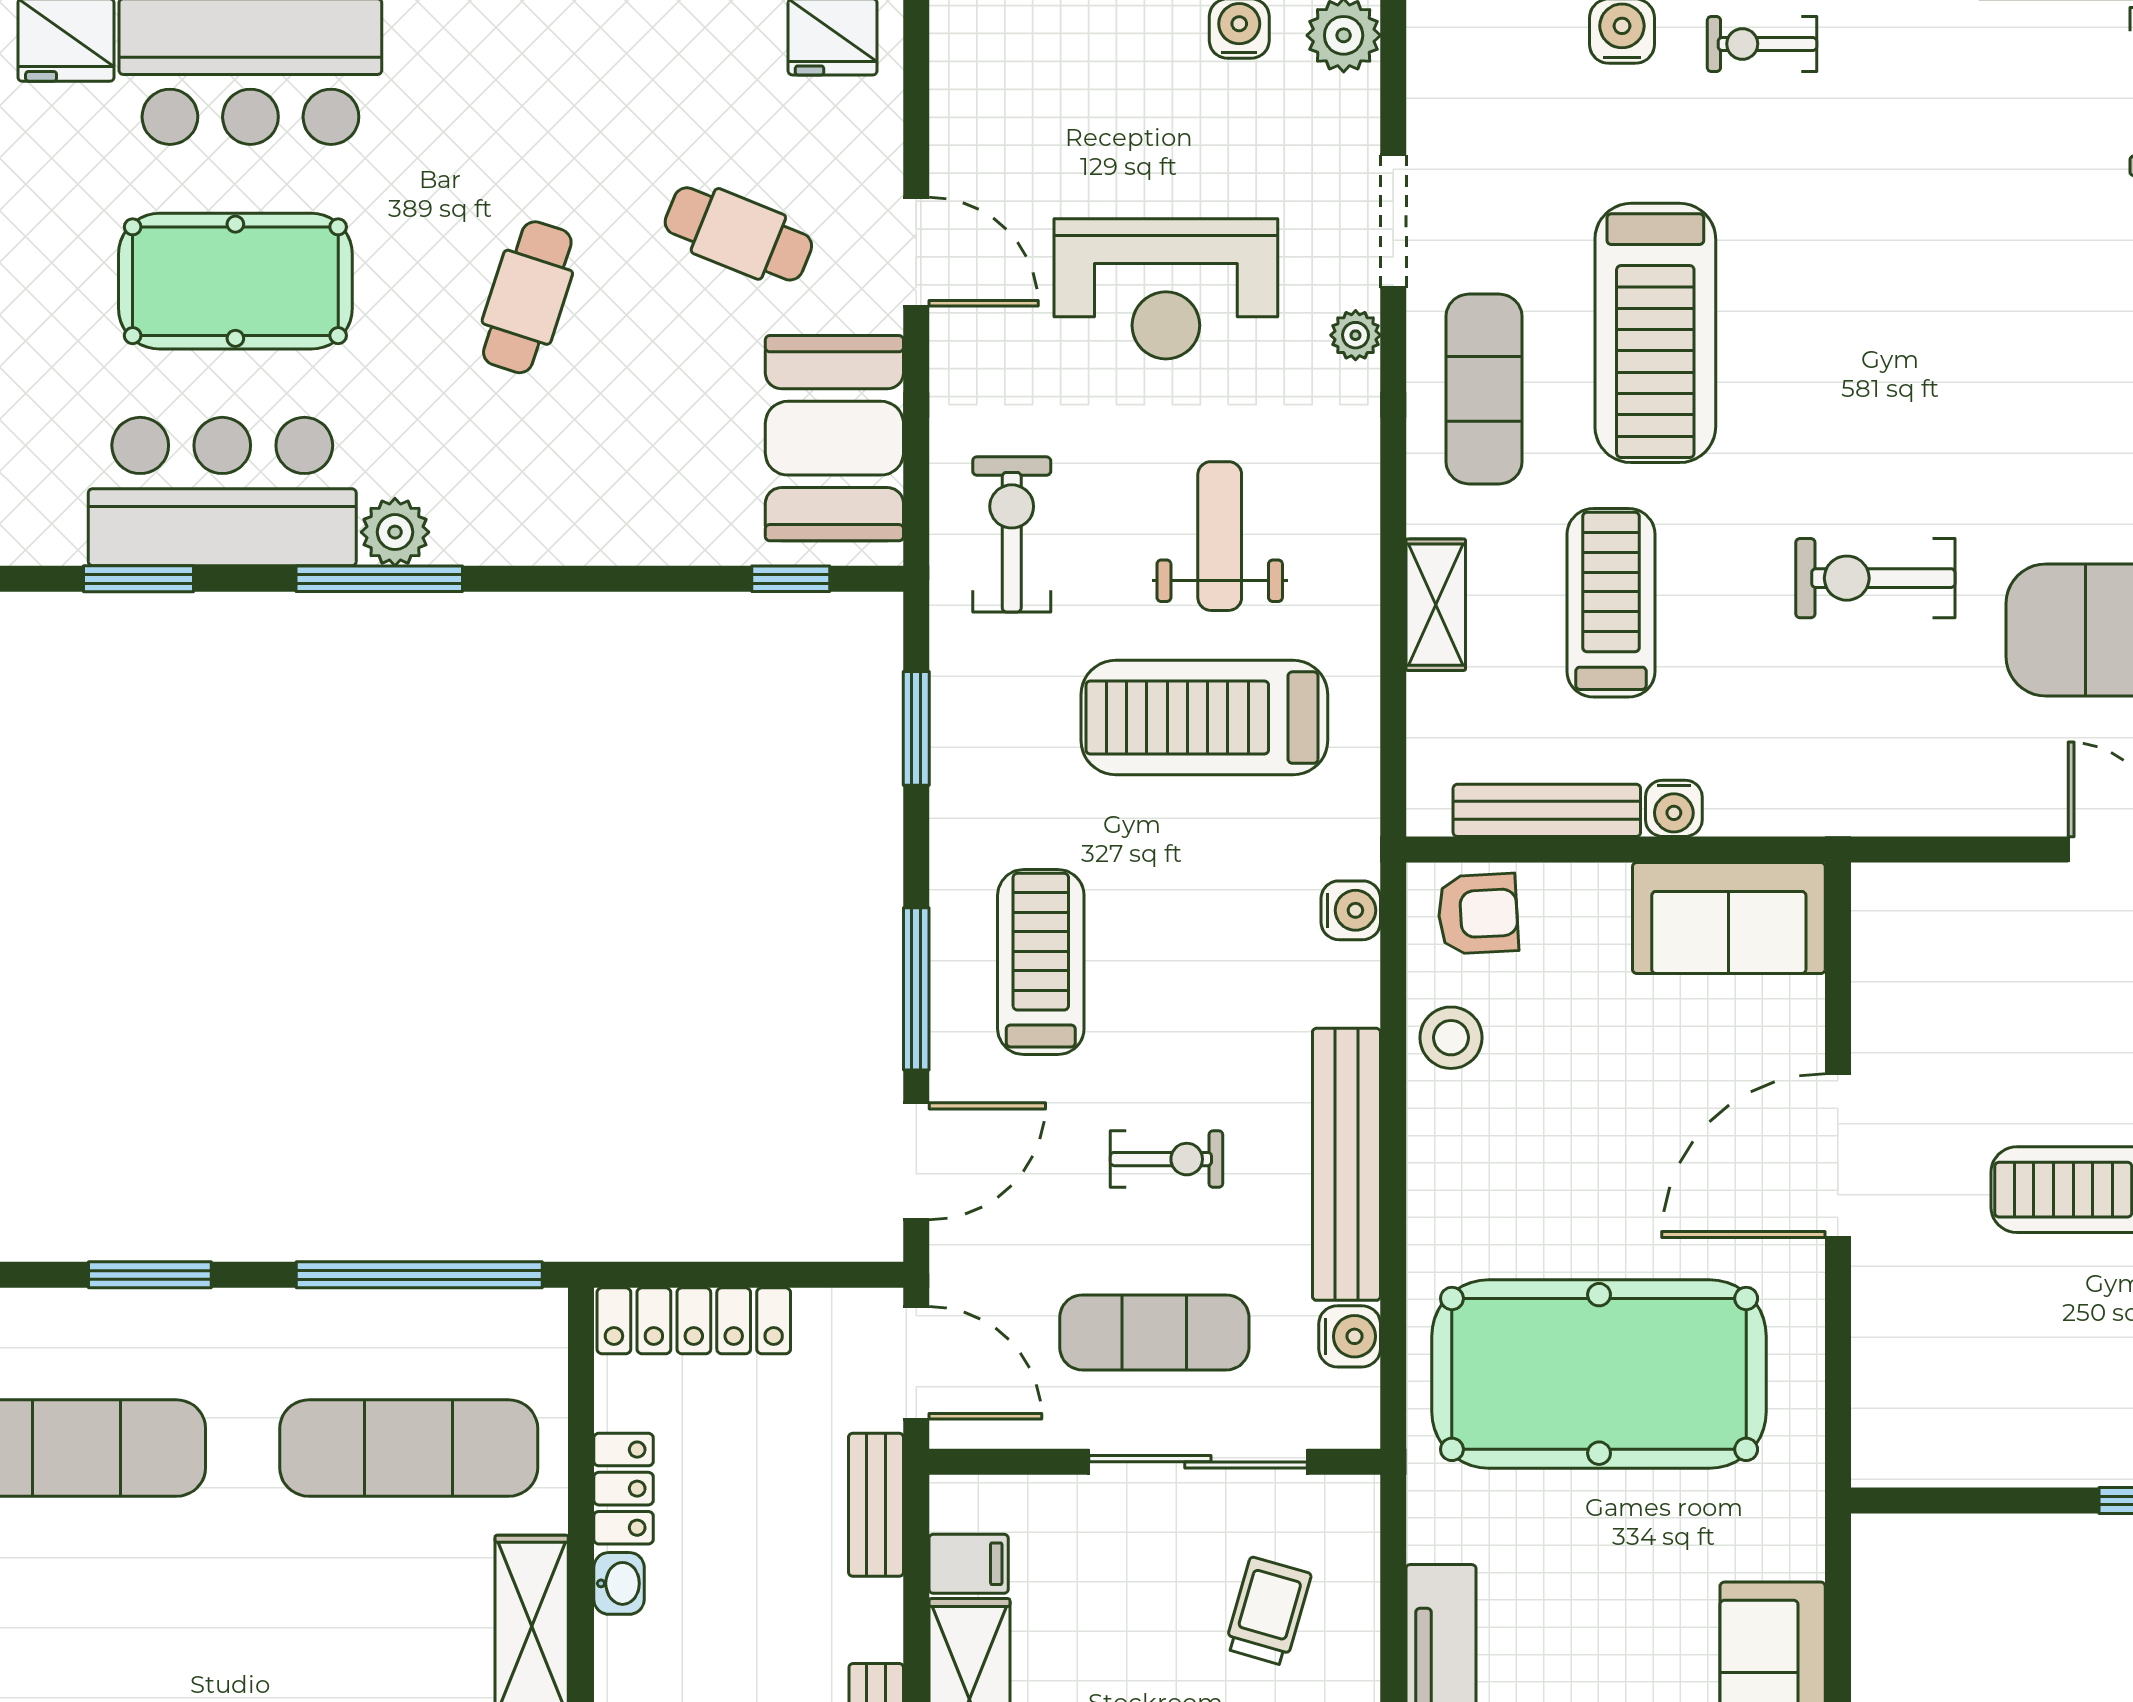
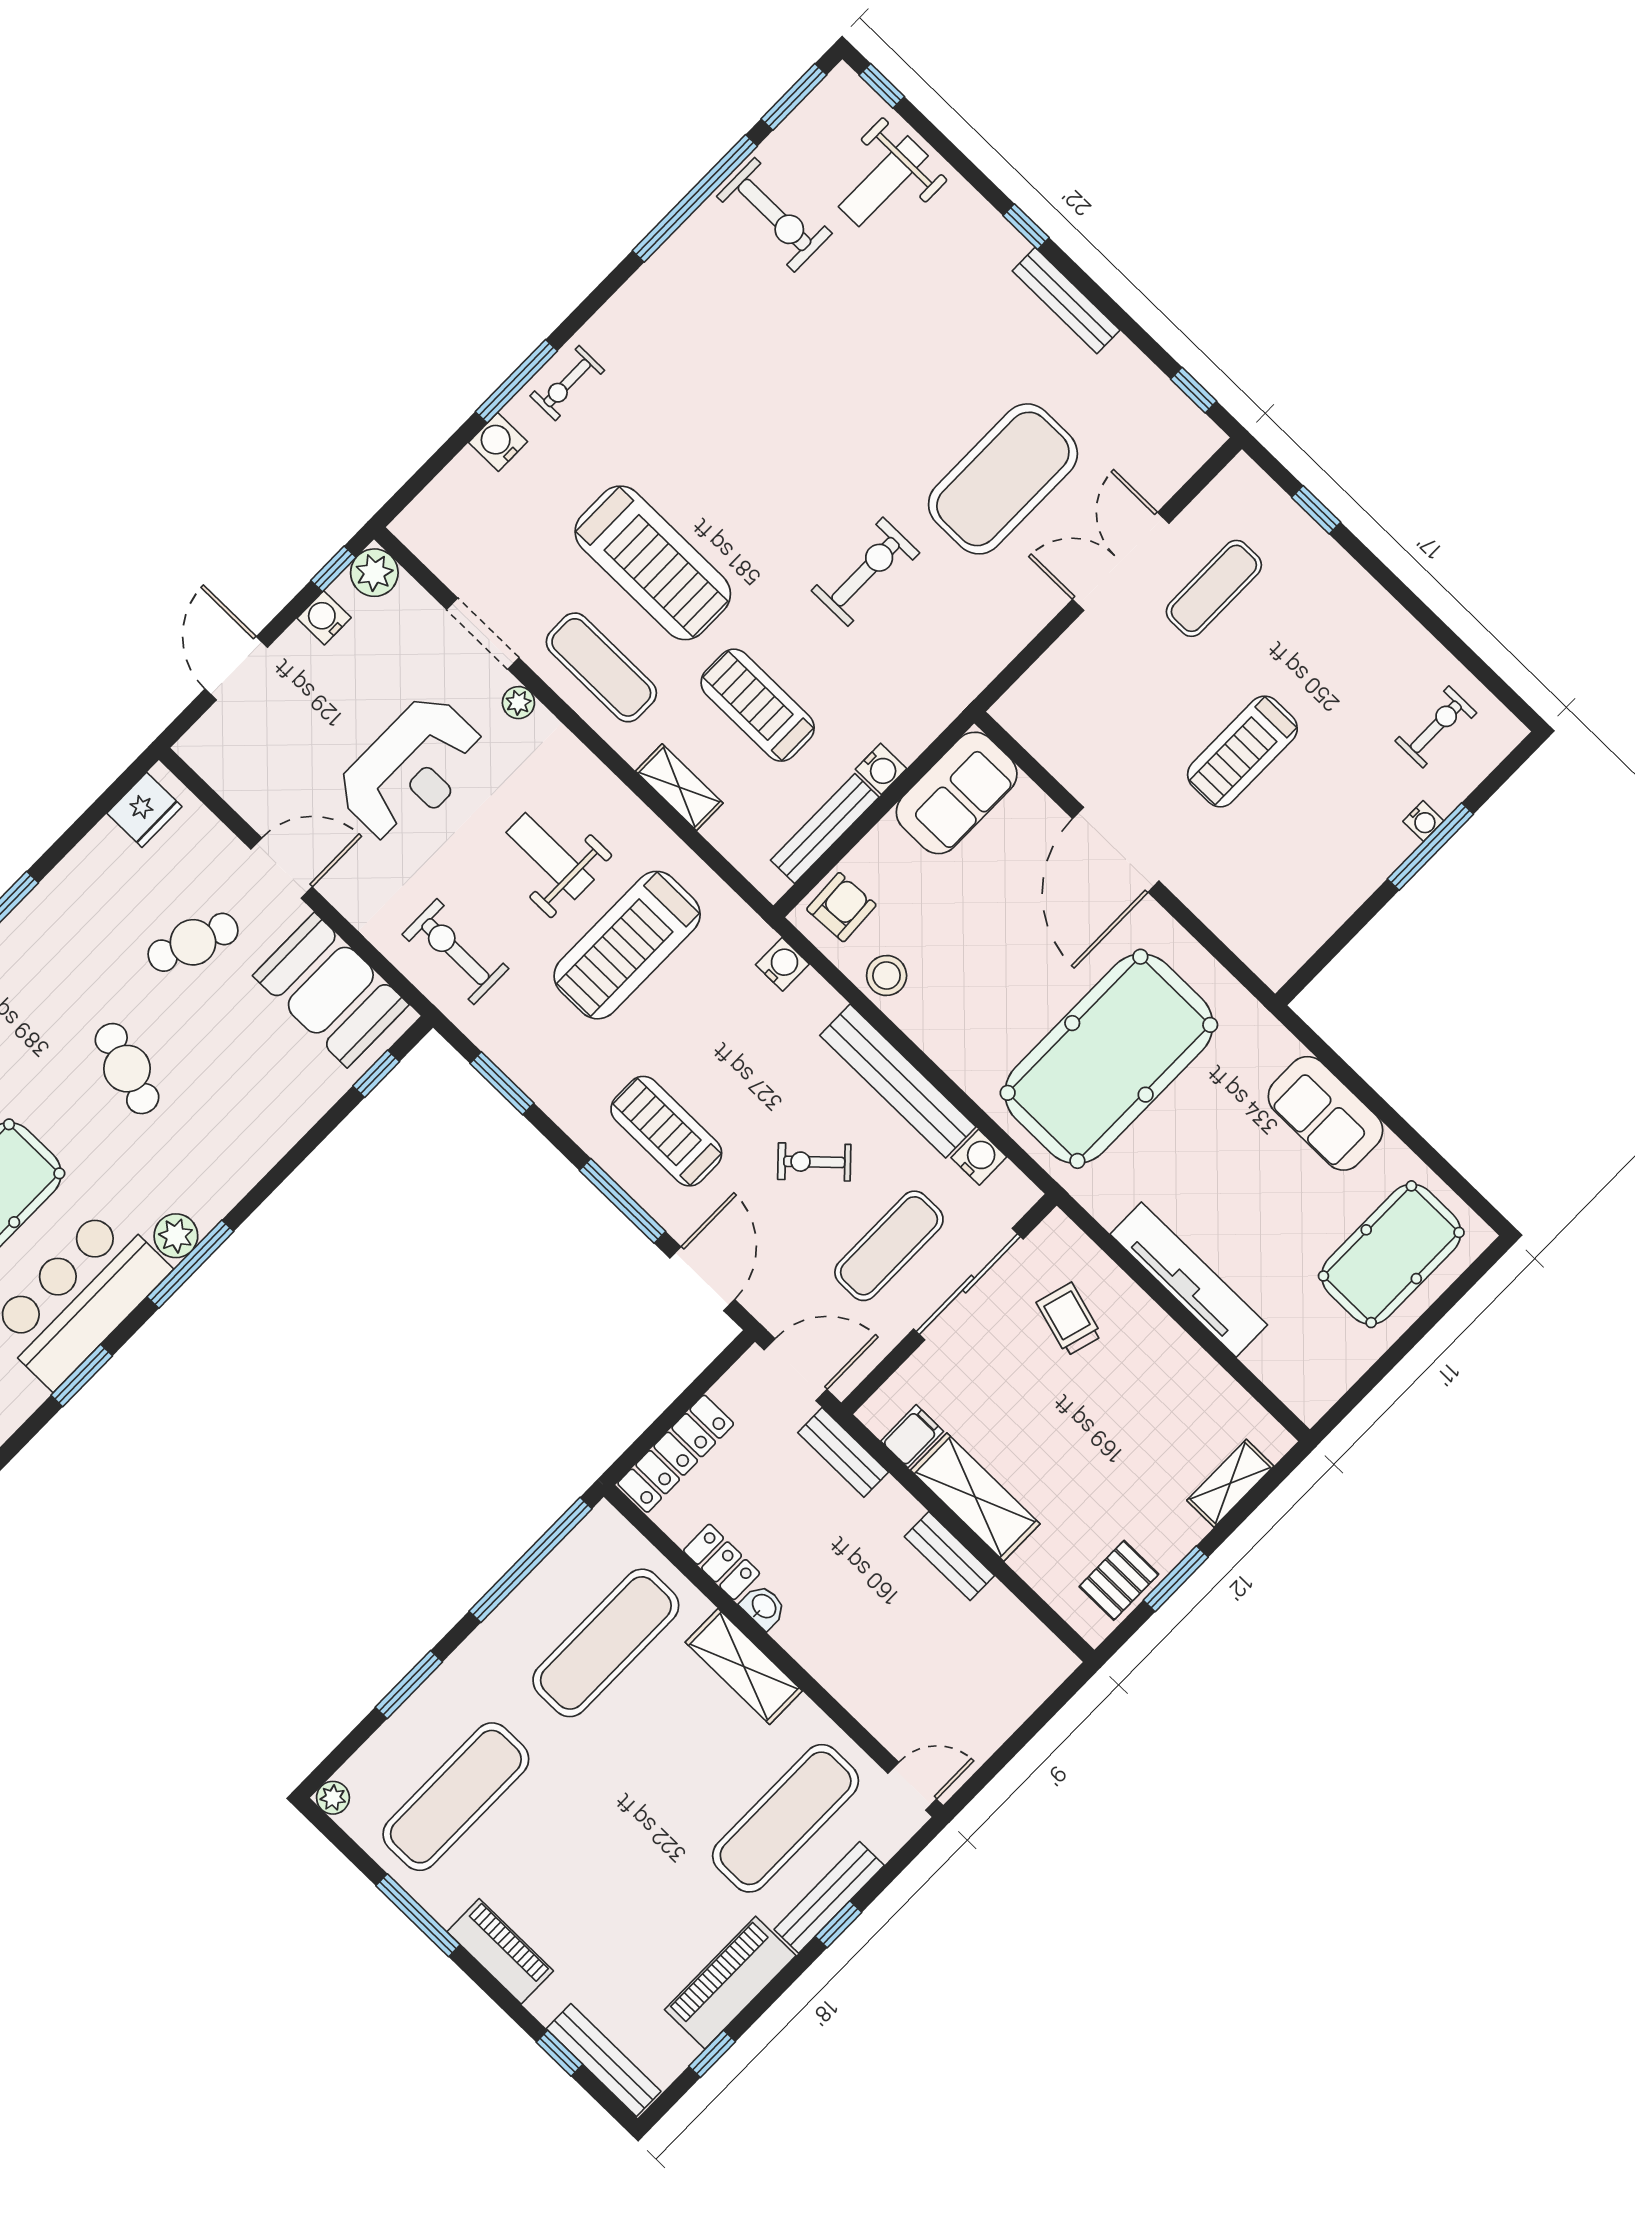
exercise bike: (1875, 578) -> (865, 572), turned 180
exercise bike: (1167, 1159) -> (814, 1162), turned -133

